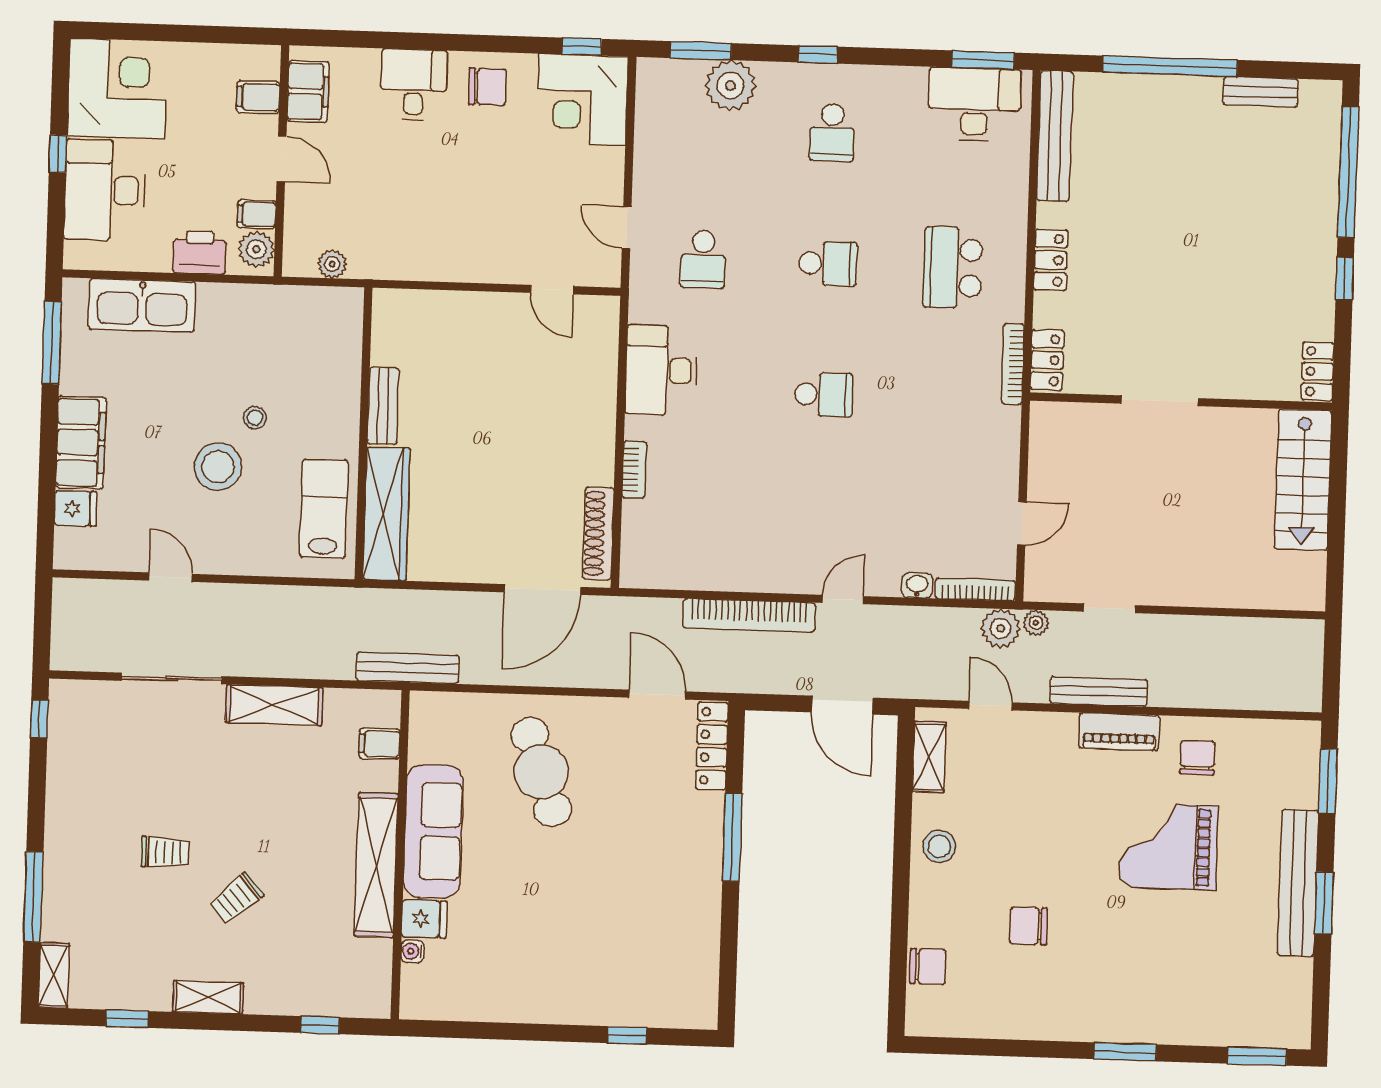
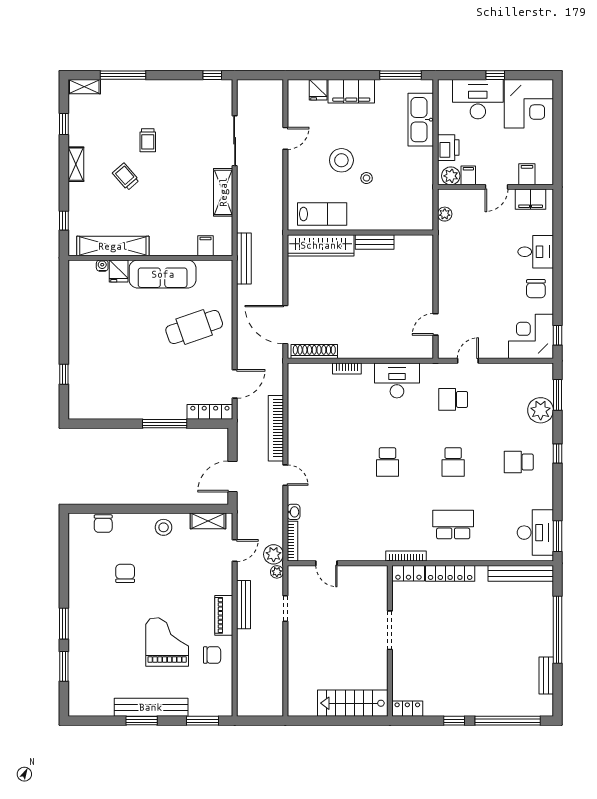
locker: (1051, 260) -> (450, 573), width x1.53
shelving: (376, 865) -> (113, 246), moved
window: (1257, 1056) -> (64, 666), moved

